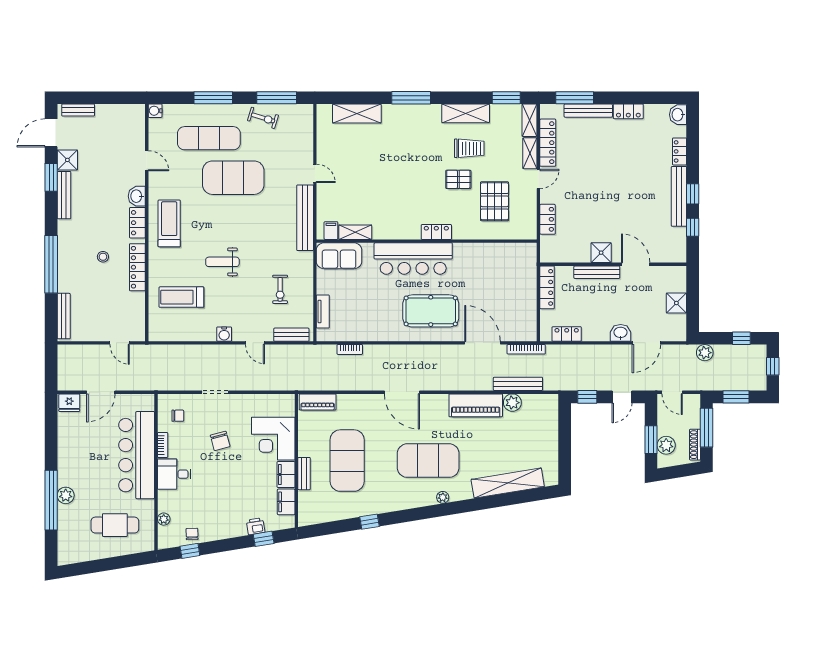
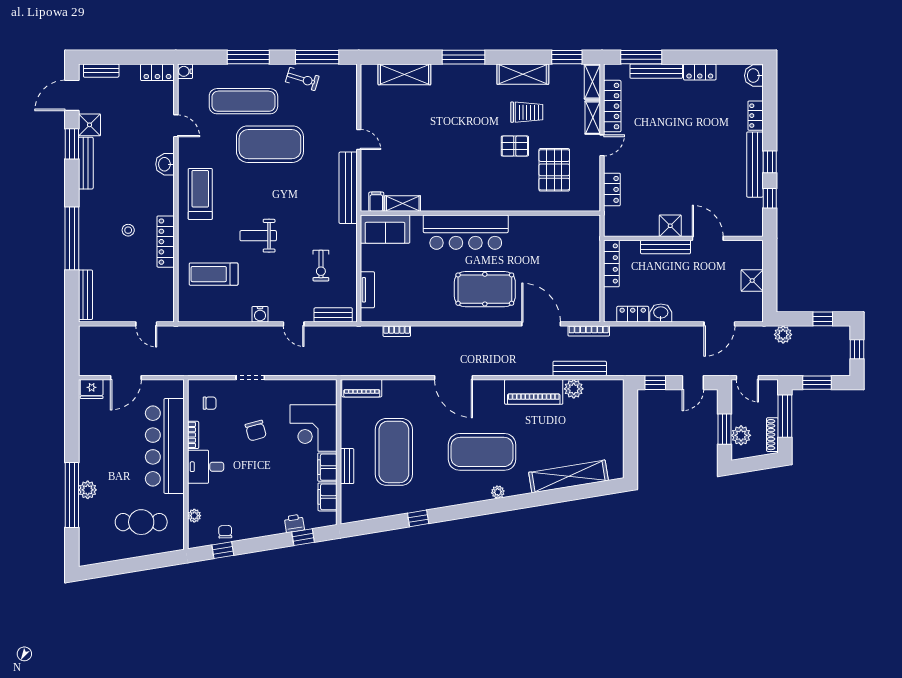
locker: (137, 223) -> (157, 72), moved, turned -90
locker: (436, 232) -> (491, 203), removed
washbasin: (621, 333) -> (661, 313), moved

